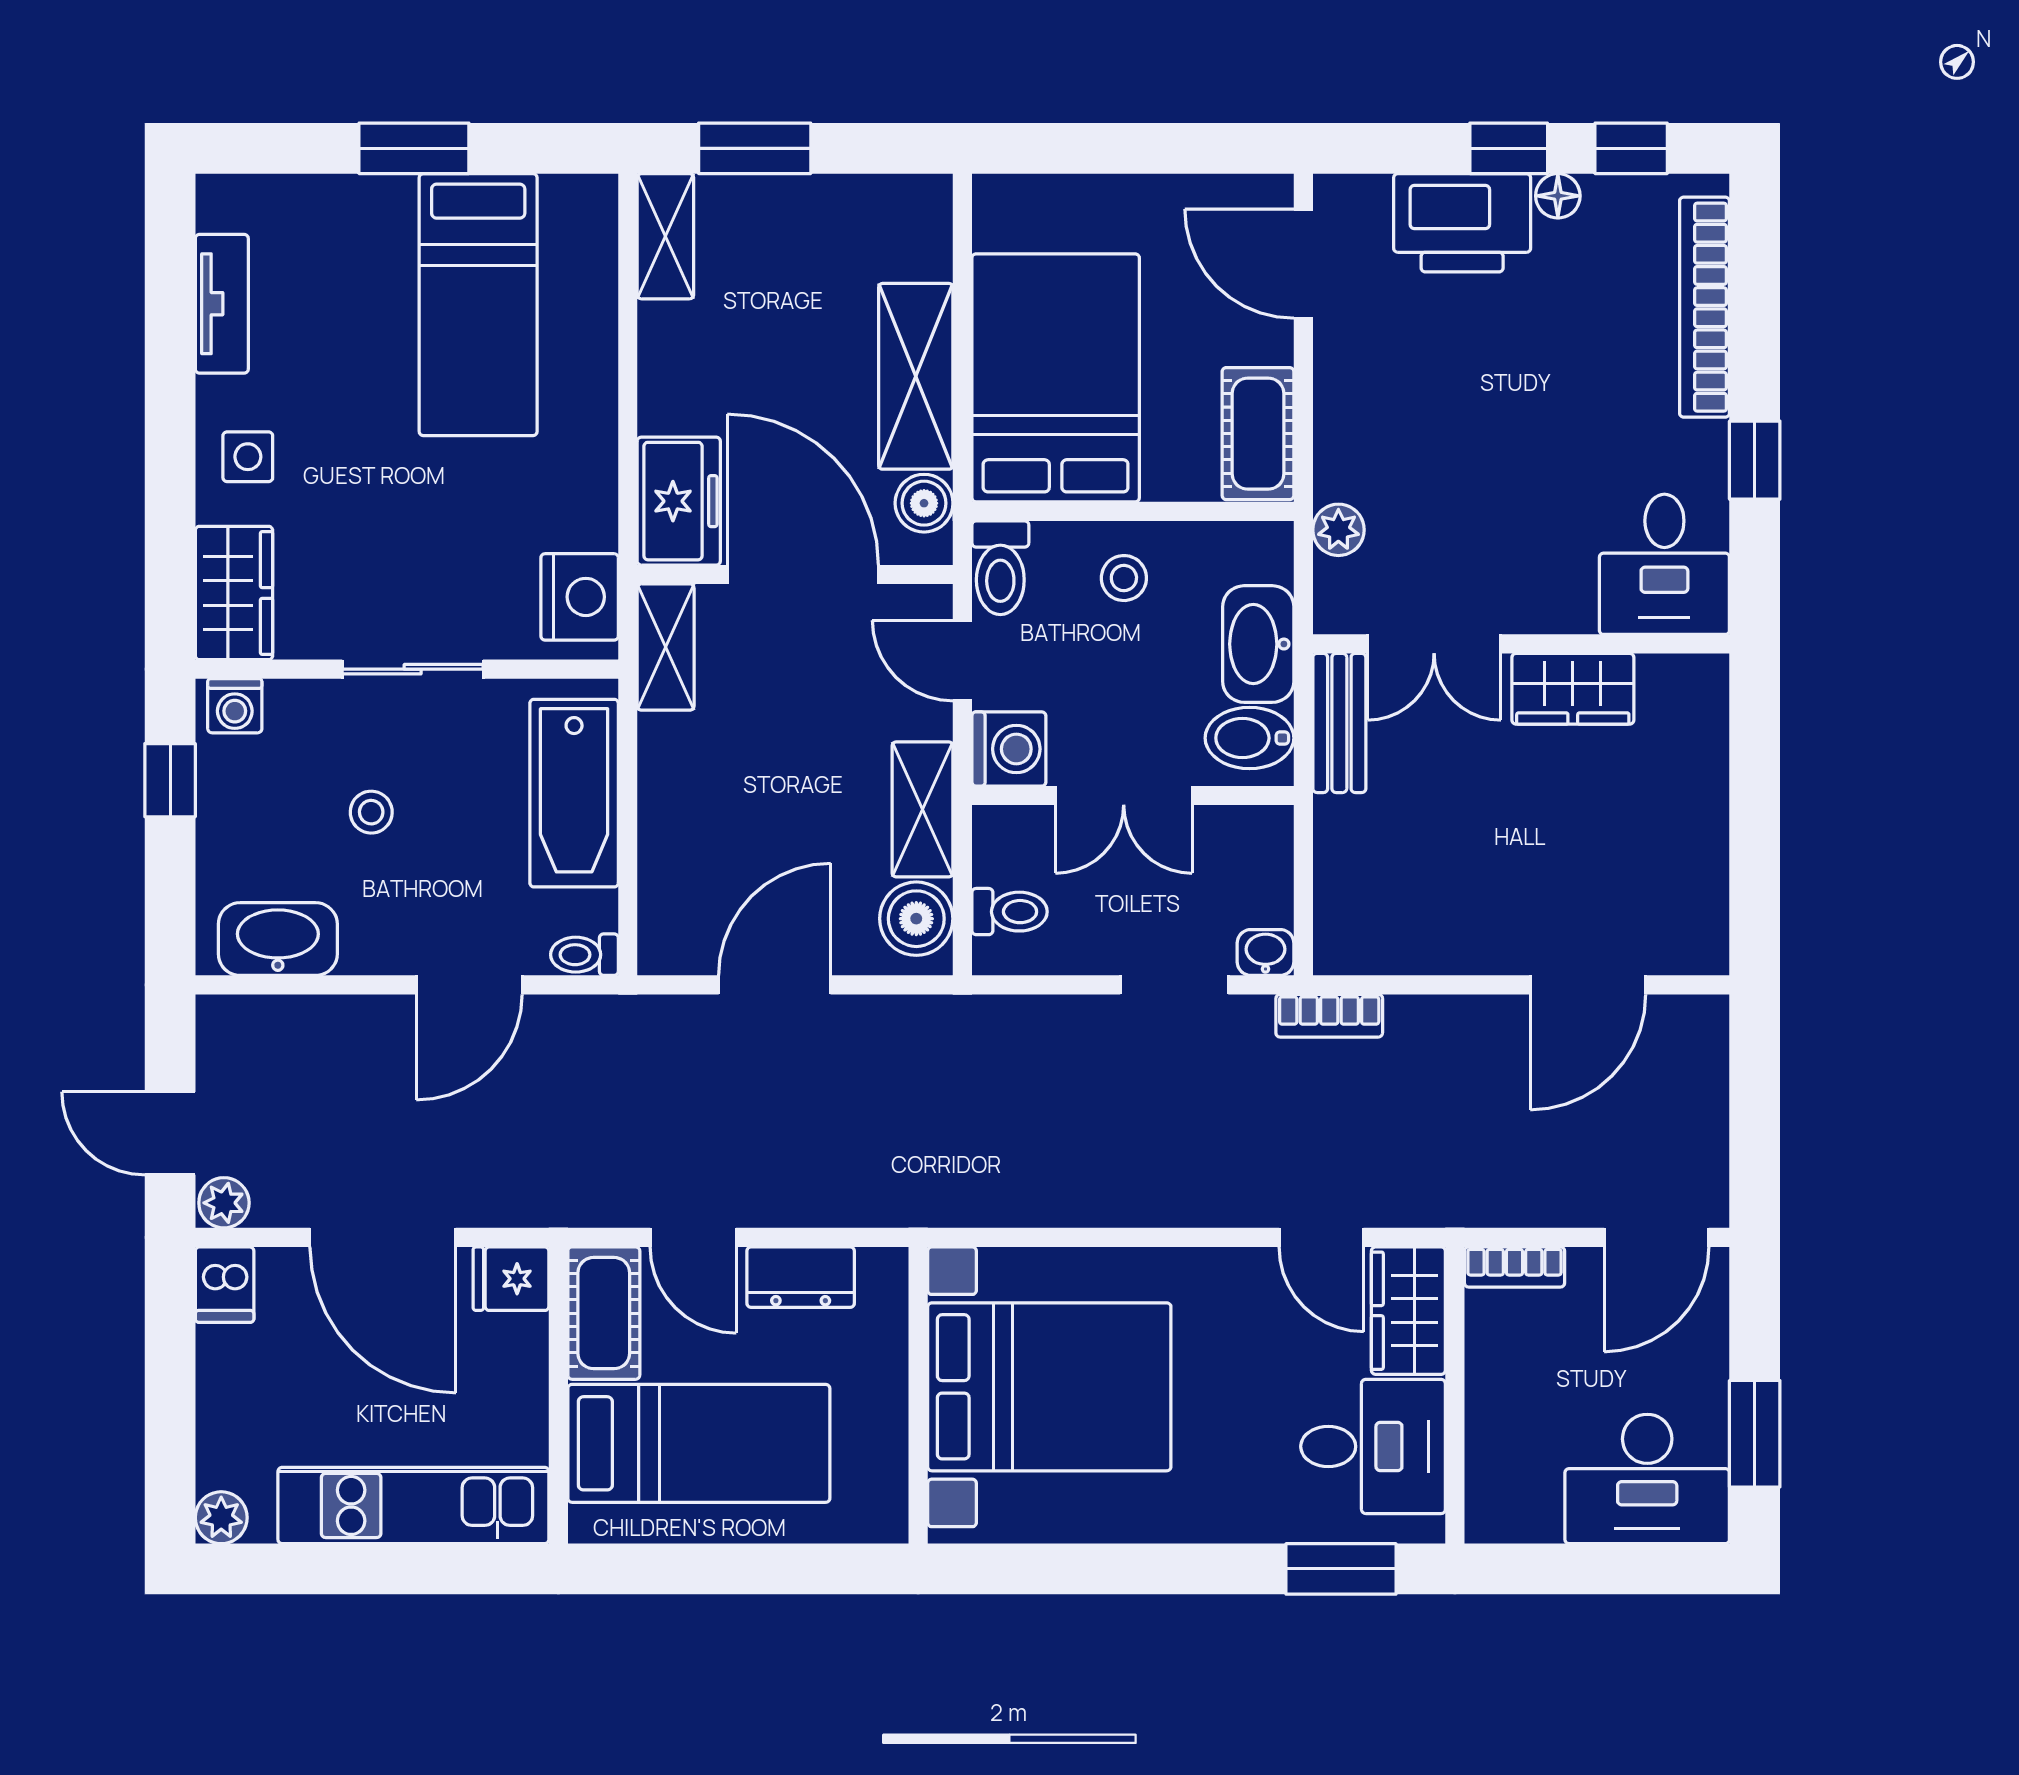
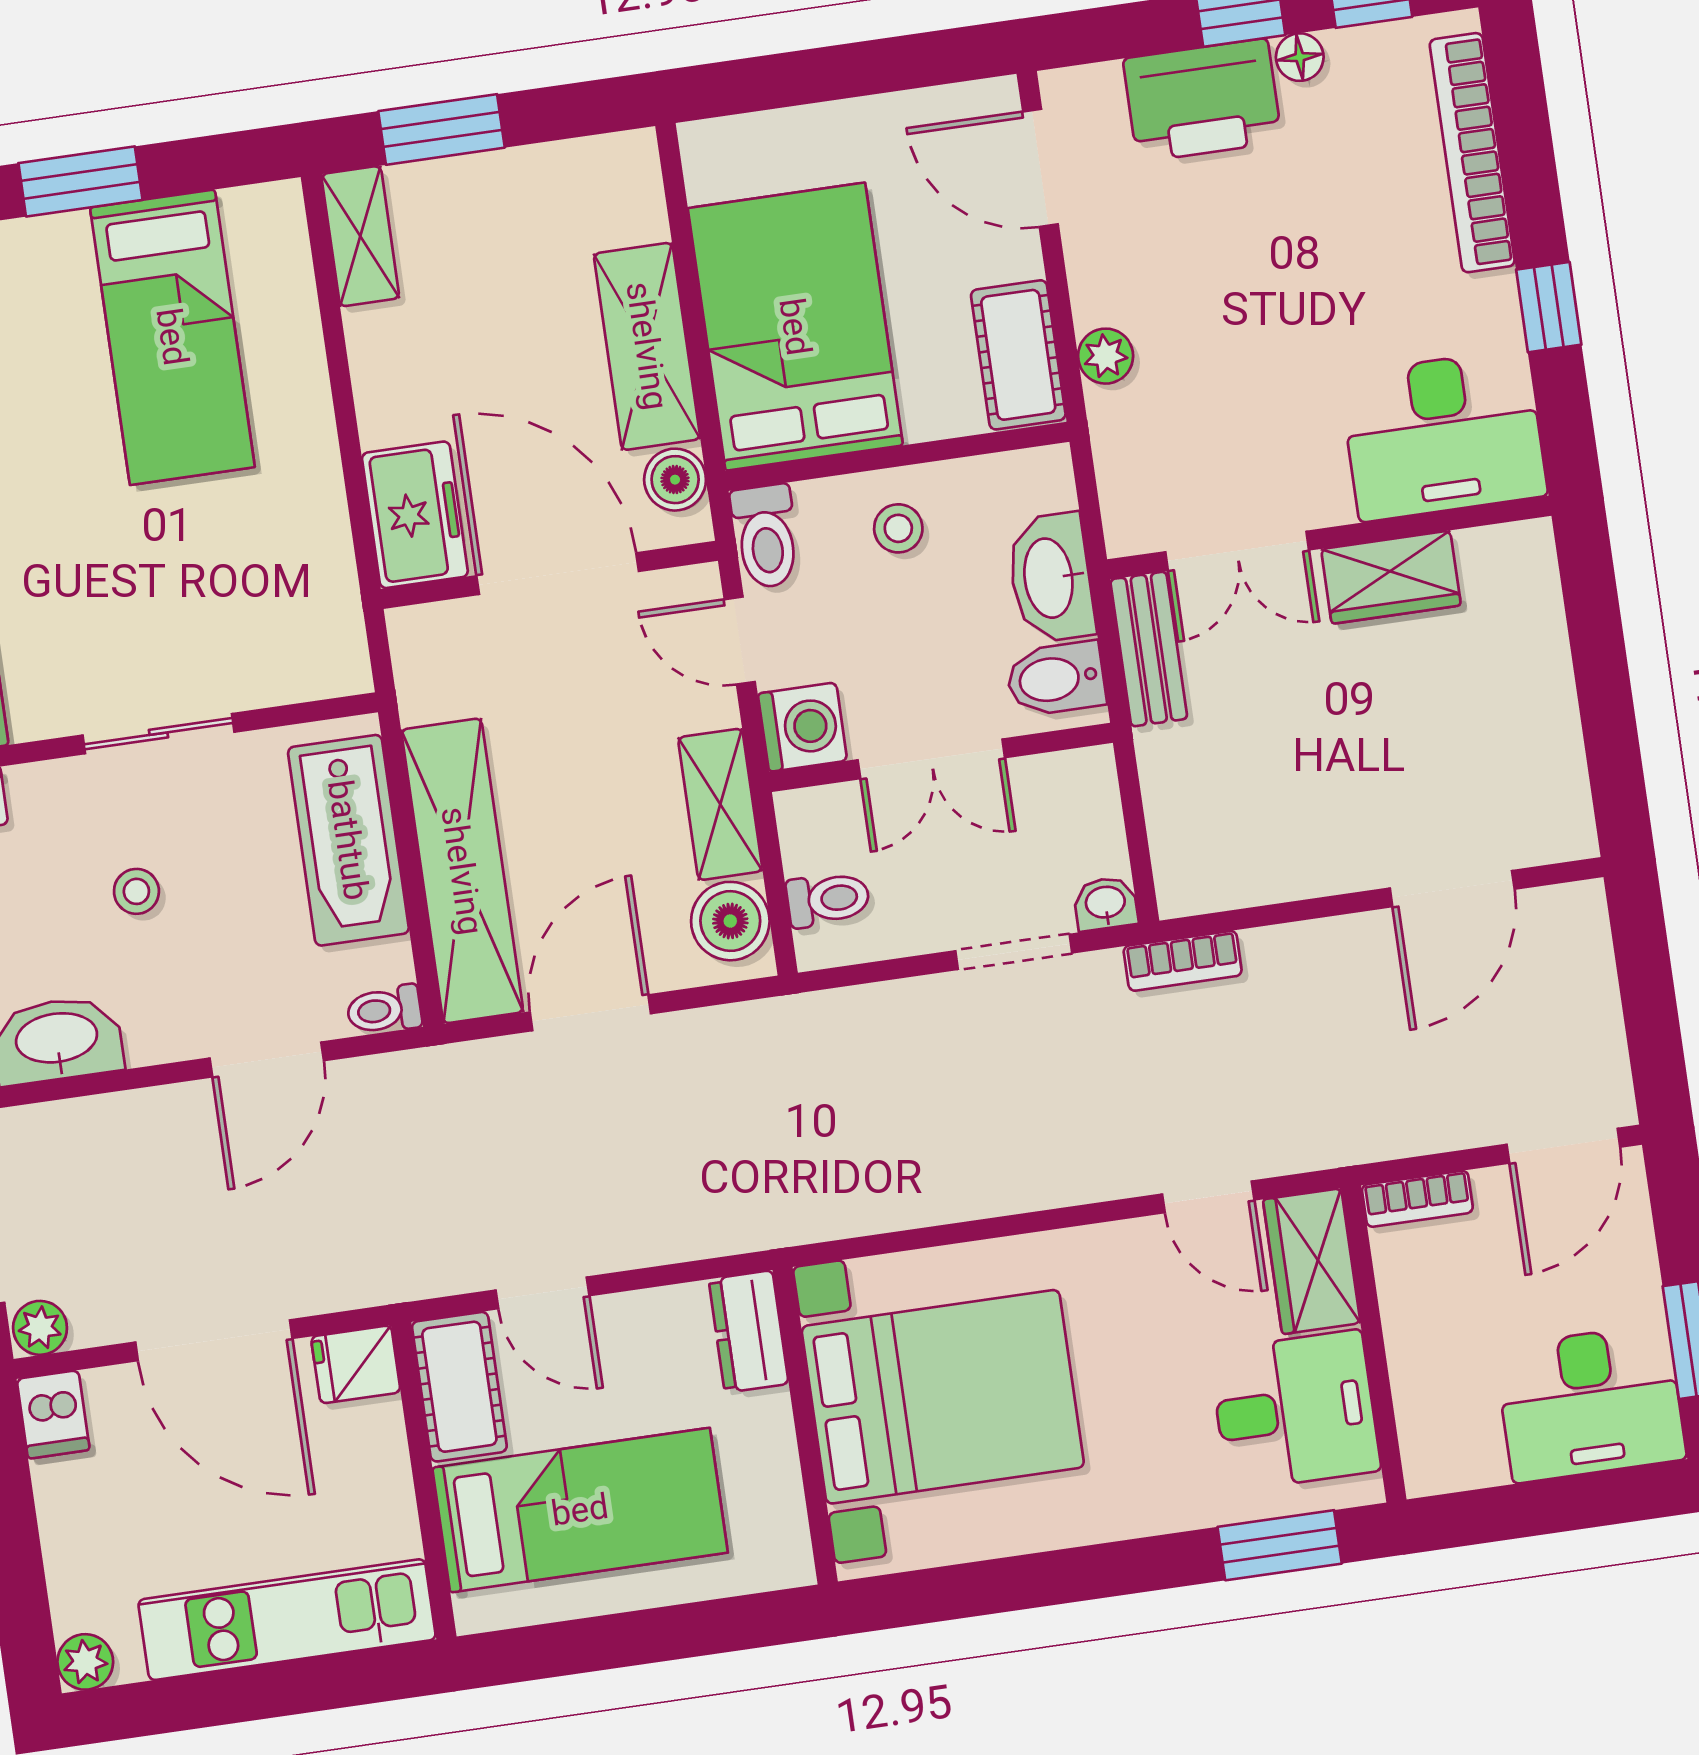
plant: (1338, 530) -> (1106, 356), moved
desk: (1664, 564) -> (1443, 435), width x1.37
nightstand: (580, 597) -> (324, 631), removed
shelving: (666, 647) -> (462, 871), moved, width x2.20, depth x1.33
dresser: (801, 1277) -> (749, 1332), moved, turned 90

